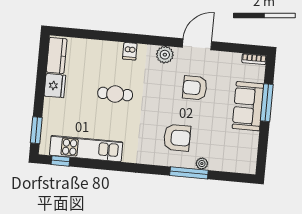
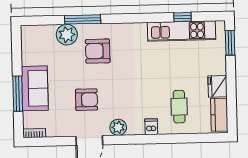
cafe table: (115, 94) -> (179, 107), moved, turned 90
window: (61, 161) -> (182, 17), moved
plant: (202, 164) -> (67, 35), width x1.88, depth x1.88

